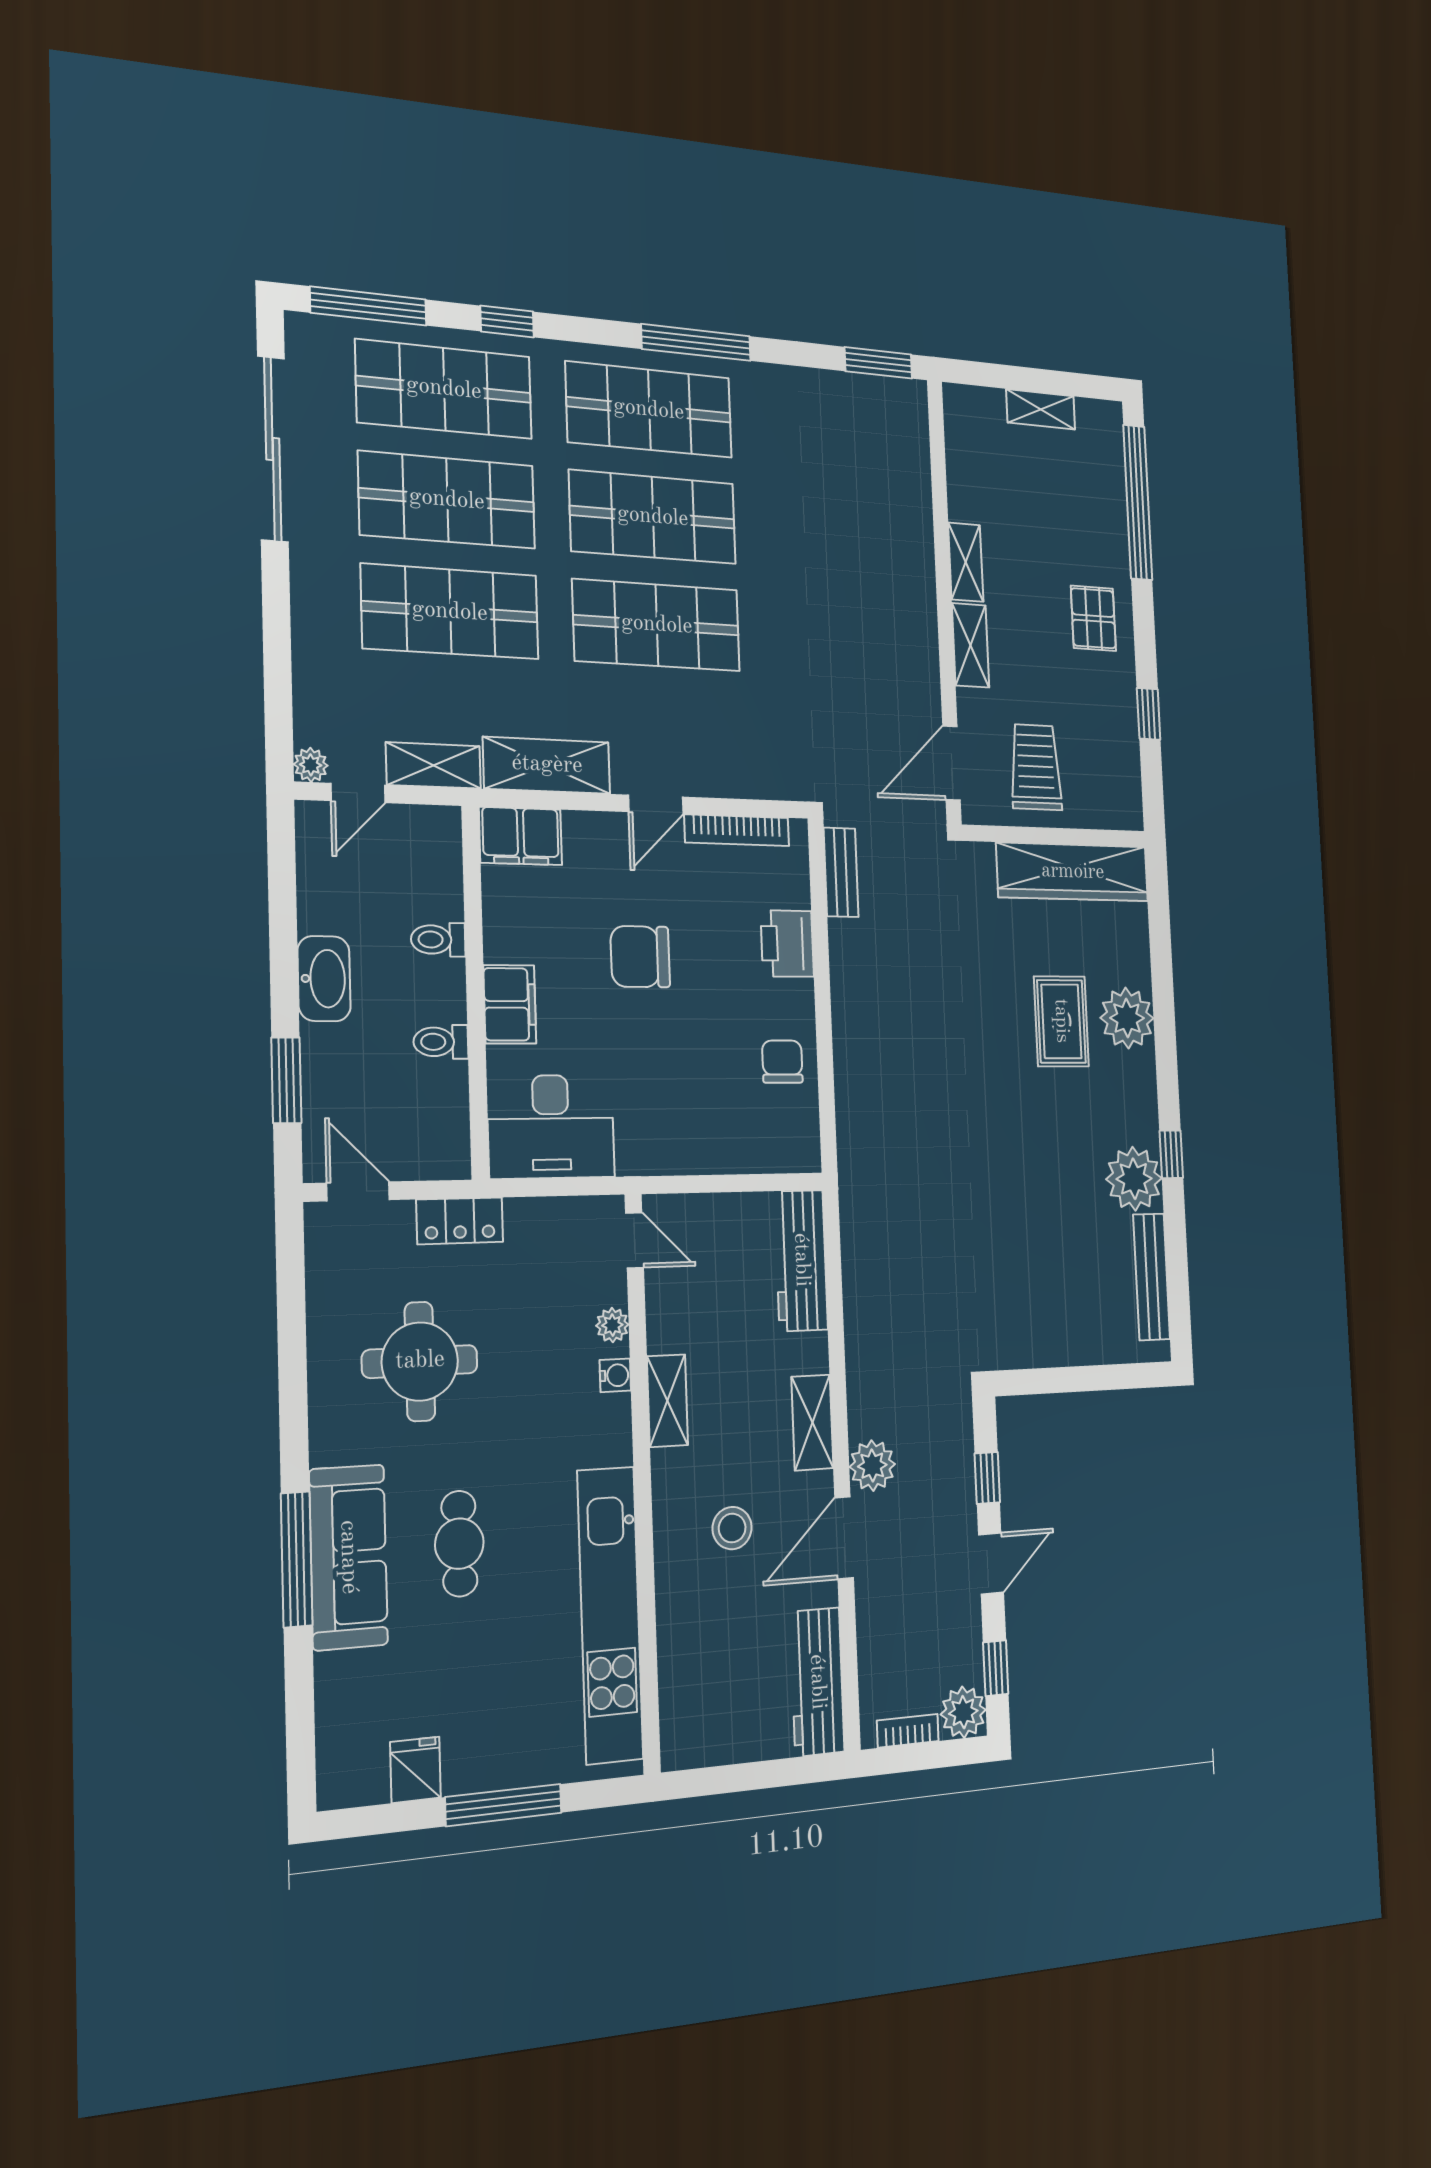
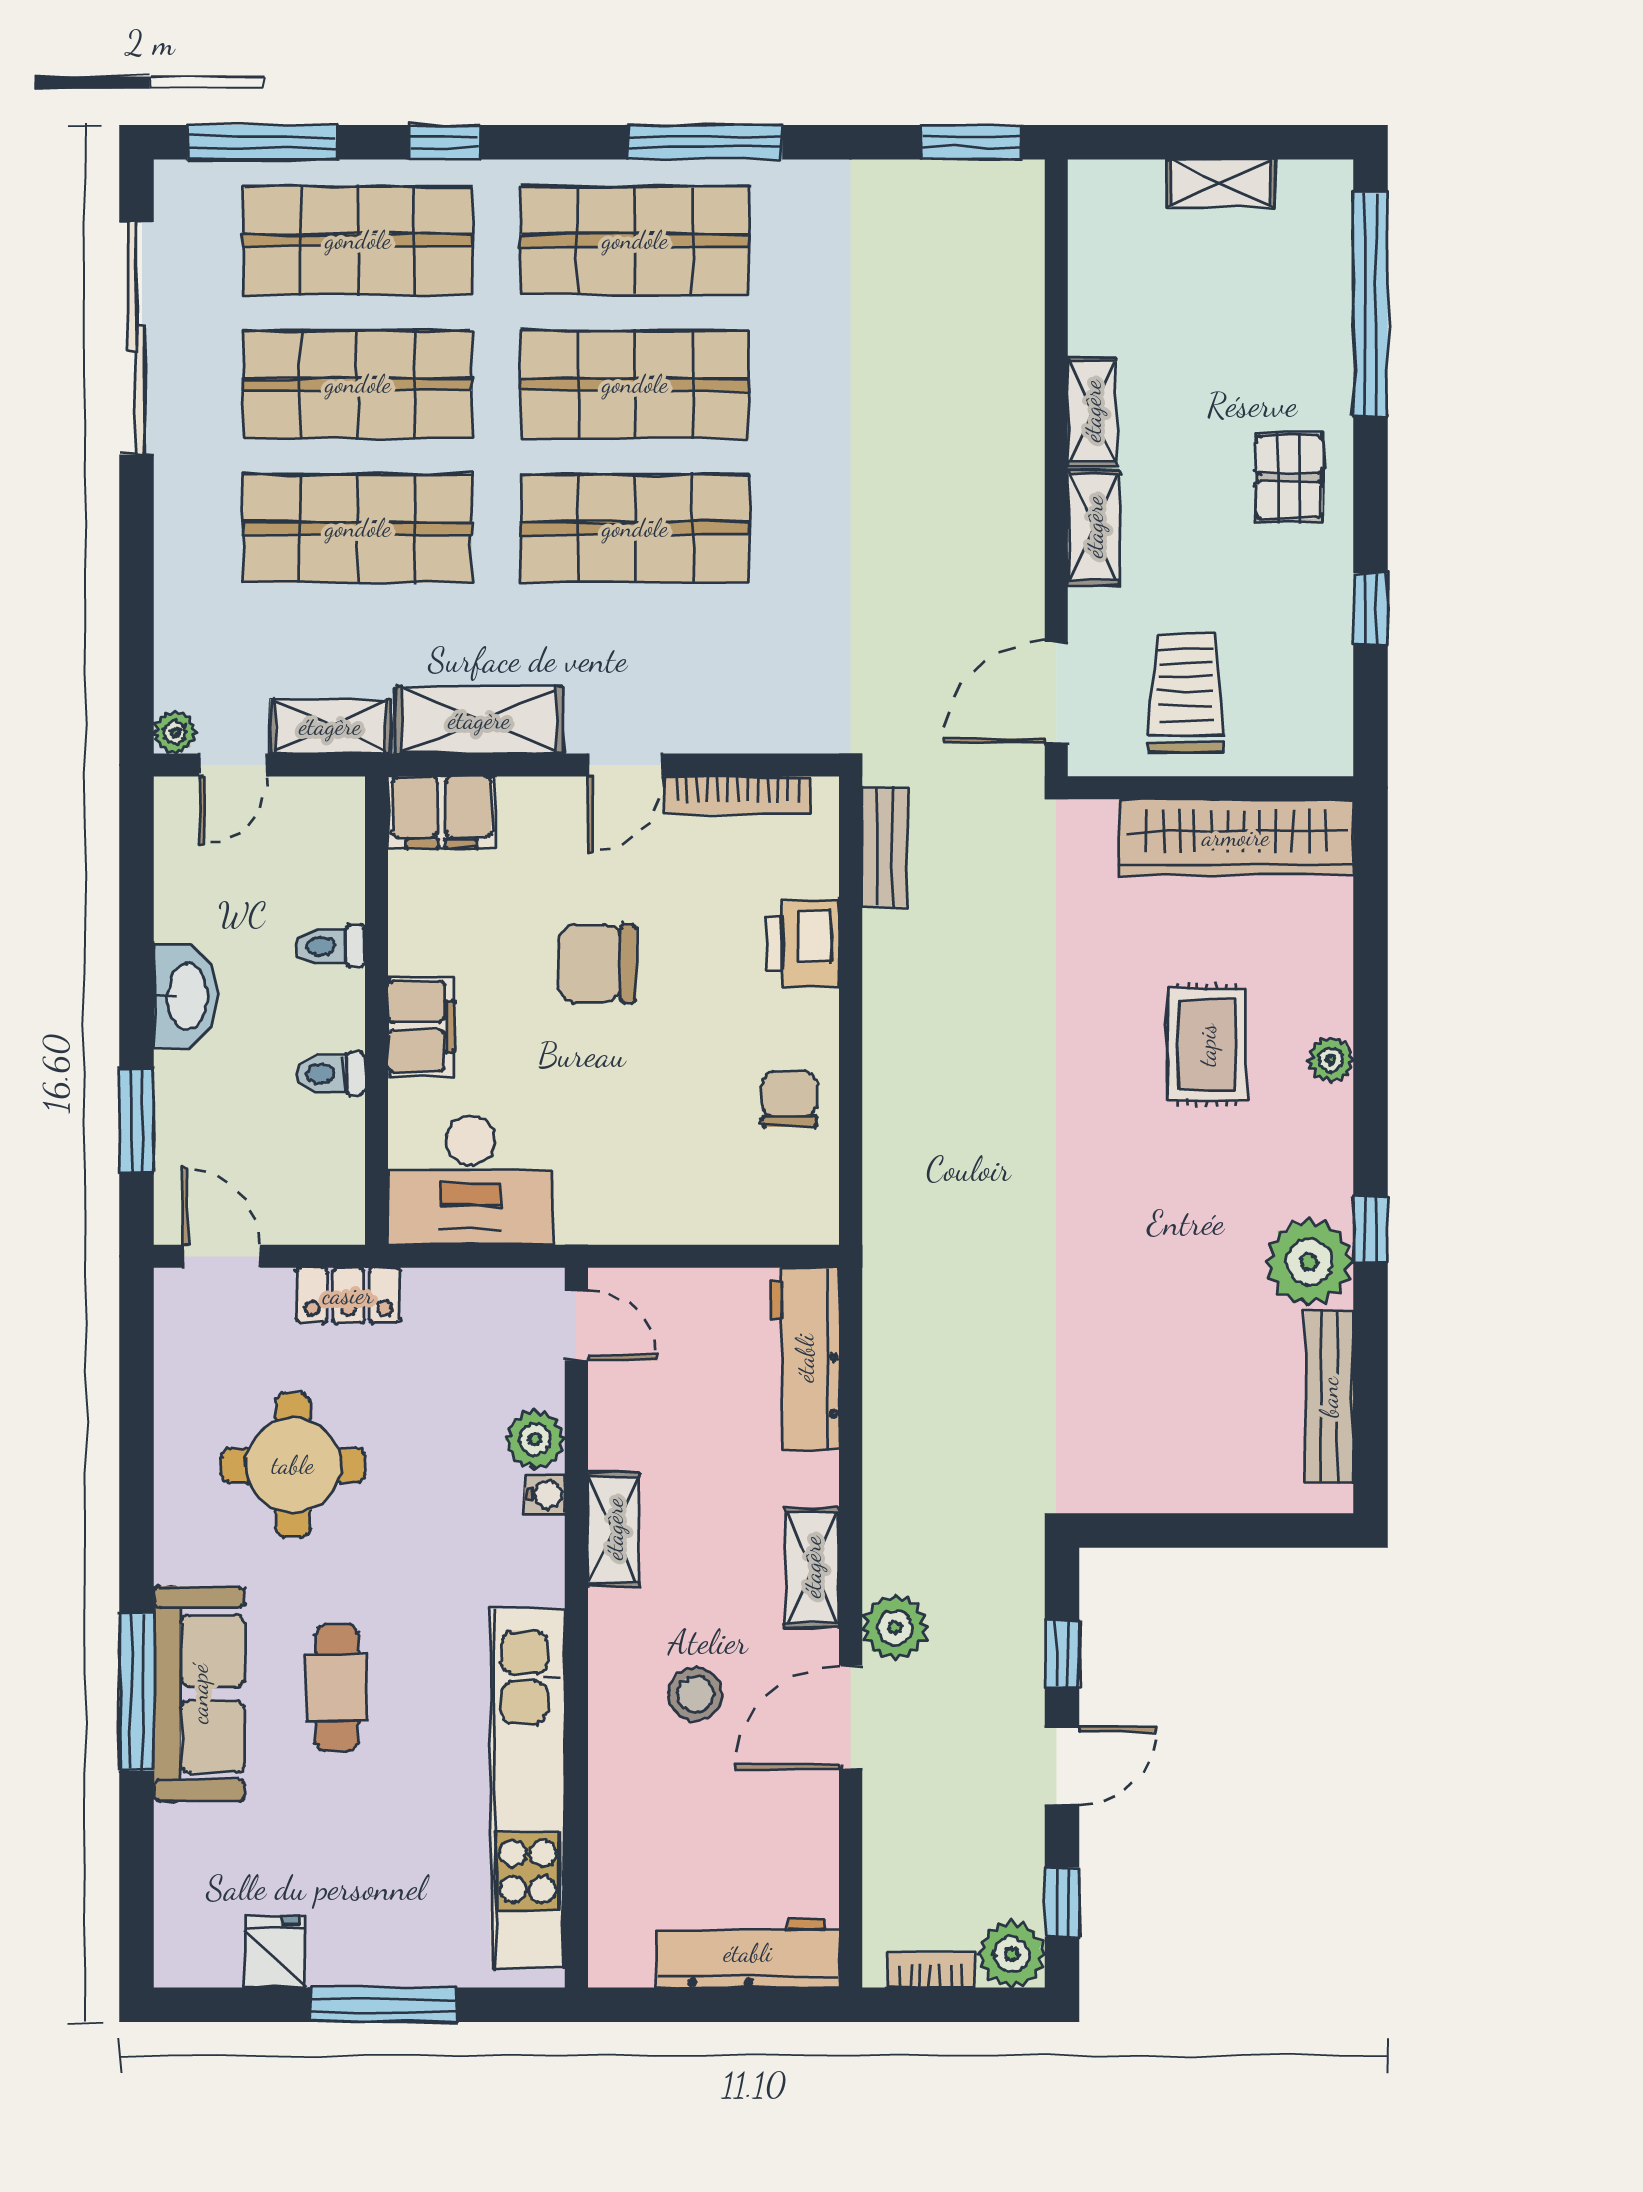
plant: (1127, 1018) -> (1331, 1060), width x0.53, depth x0.53
plant: (612, 1325) -> (535, 1439), width x1.38, depth x1.38
workbench: (817, 1682) -> (748, 1953), moved, turned 90

